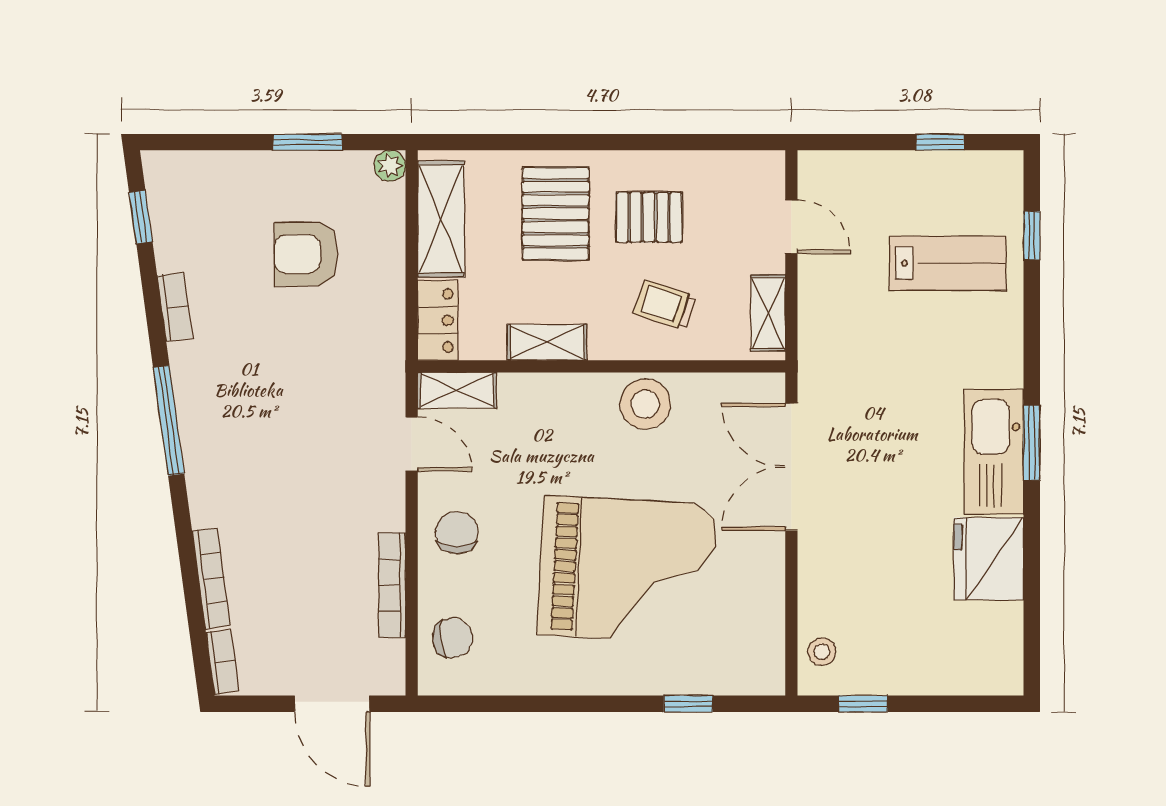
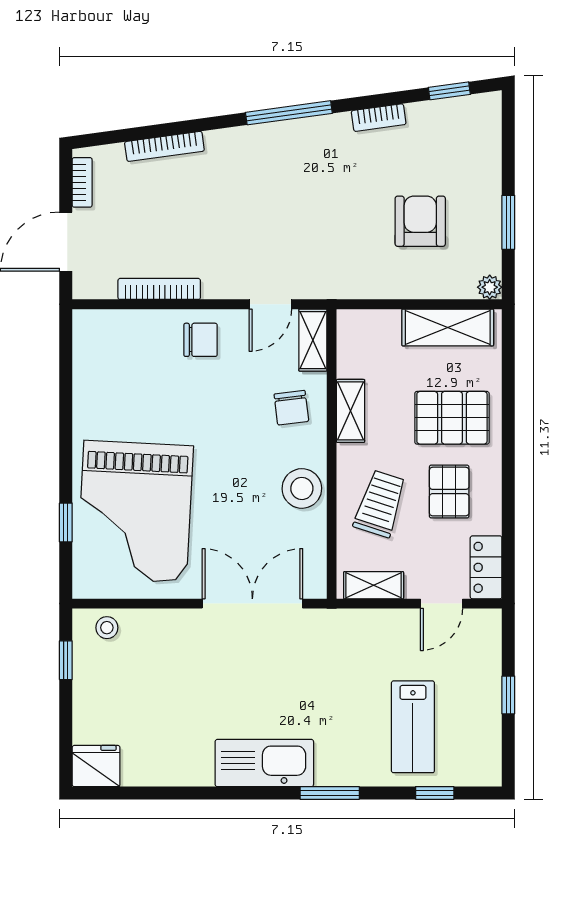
window: (940, 142) -> (508, 695), moved
trolley: (665, 305) -> (380, 504), width x1.36, depth x1.39
locker: (438, 320) -> (486, 567), moved, turned 90
window: (1032, 443) -> (330, 793), moved
fridge: (989, 559) -> (96, 766), moved, width x0.73, depth x0.75
grand piano: (627, 570) -> (135, 512), moved
chair: (452, 638) -> (291, 408), moved
bookcase: (223, 662) -> (82, 182), moved, turned -82

